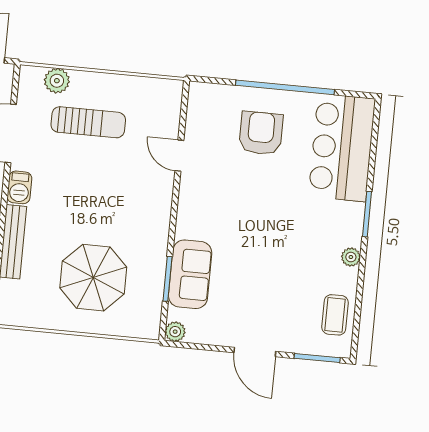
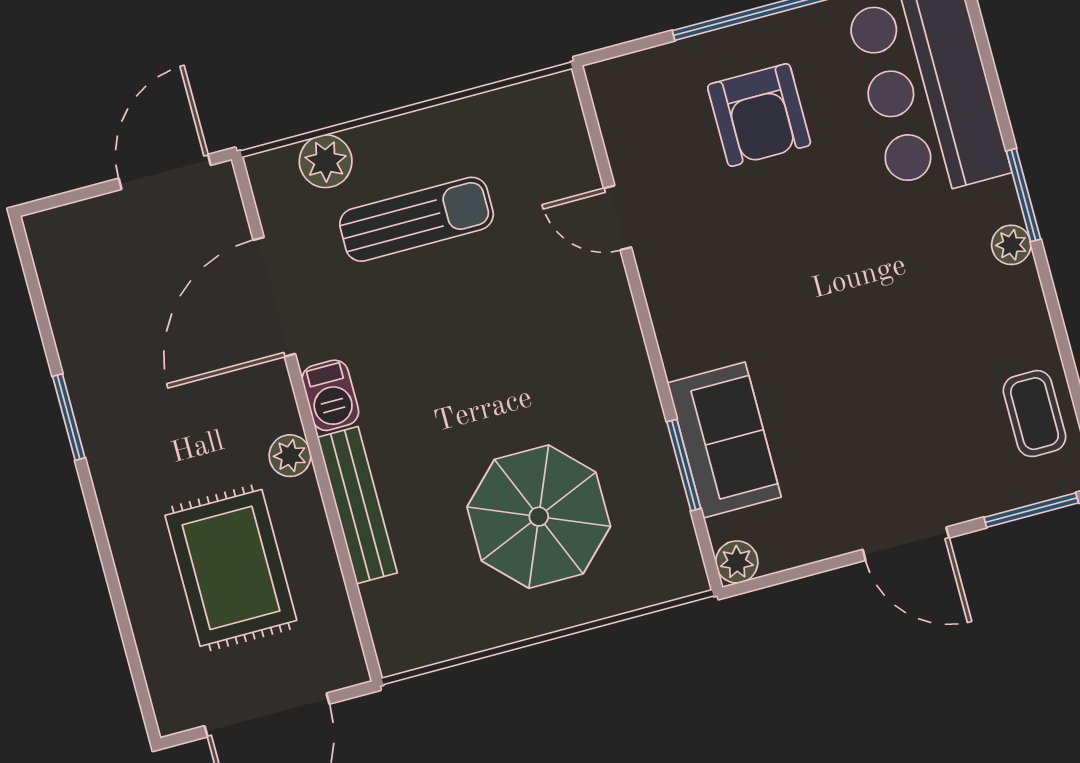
armchair: (261, 133) -> (759, 115), turned 180
plant: (351, 257) -> (1011, 245), moved

